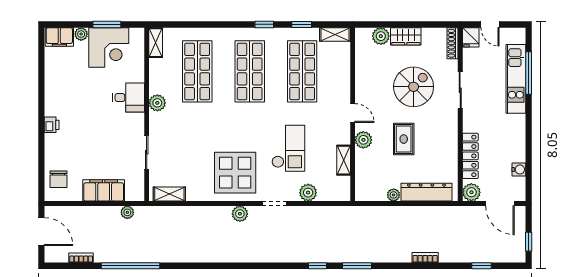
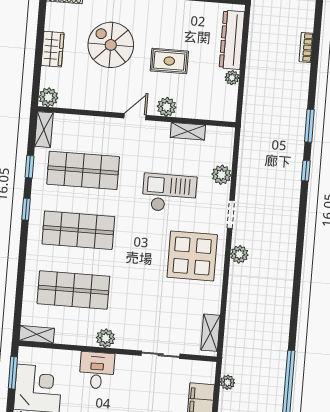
window: (107, 24) -> (13, 373), moved
plant: (381, 36) -> (48, 97), moved

